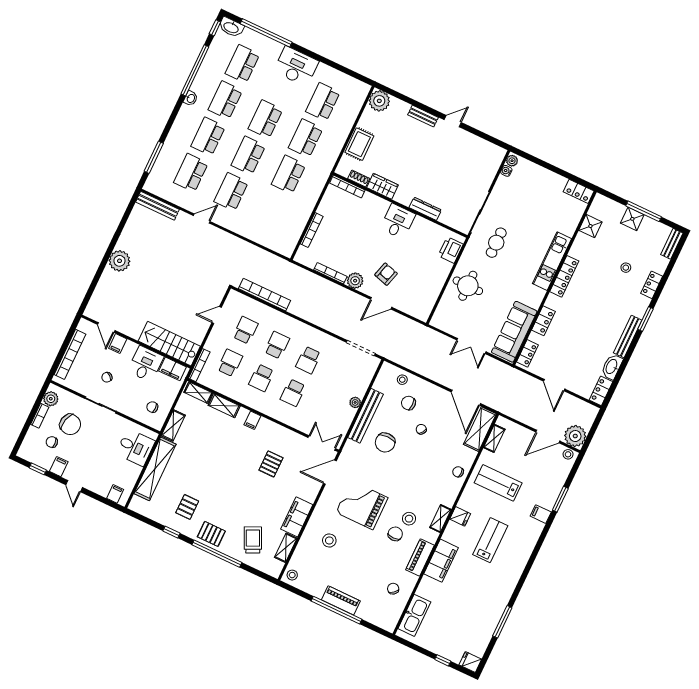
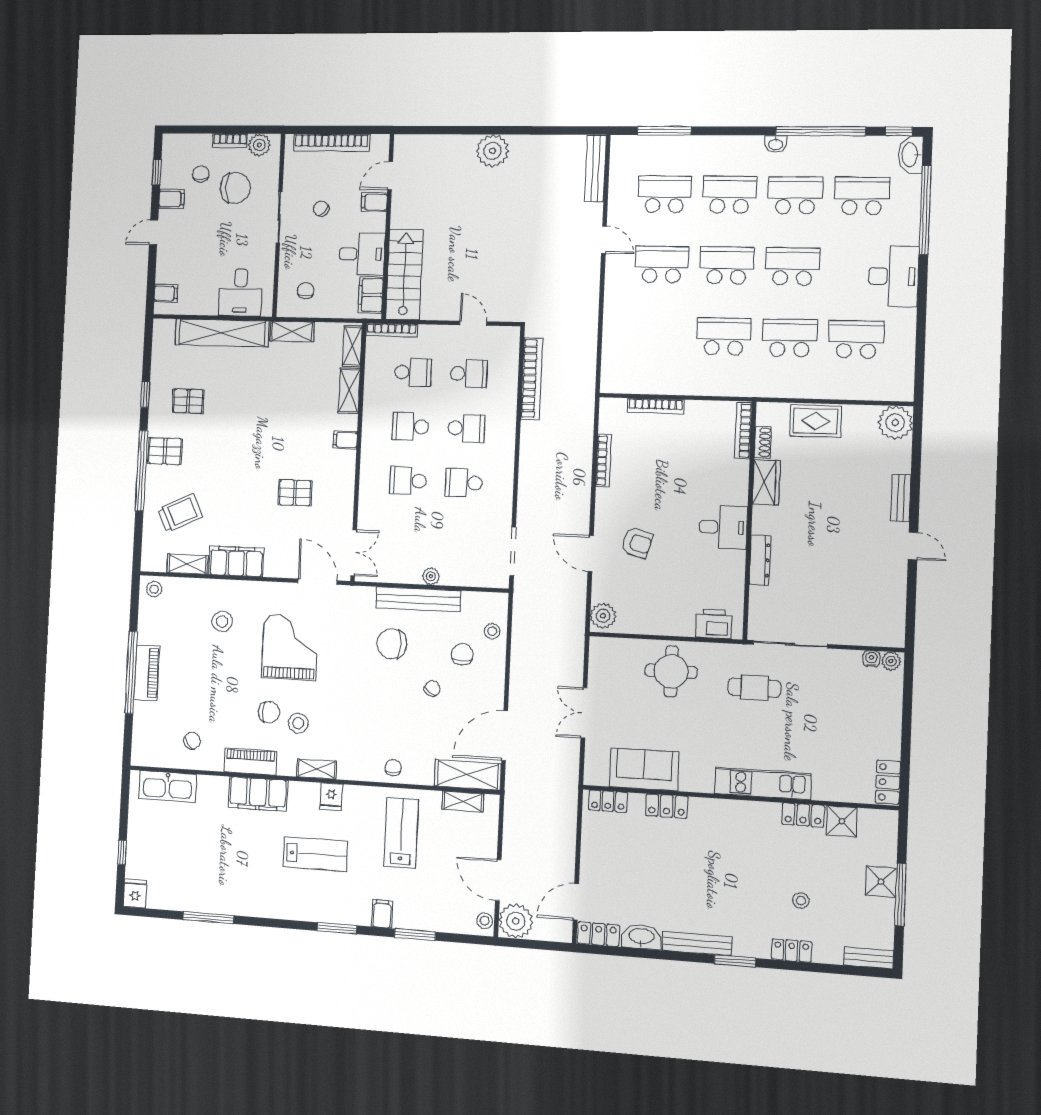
locker: (564, 276) -> (803, 815), moved, width x0.66
plant: (355, 281) -> (603, 616), moved
sofa: (514, 332) -> (644, 769), width x0.73
door: (554, 385) -> (576, 902), moved
chair: (70, 424) -> (235, 188), turned -105
pallet: (211, 534) -> (165, 451), turned 90
window: (539, 545) -> (337, 928), added

